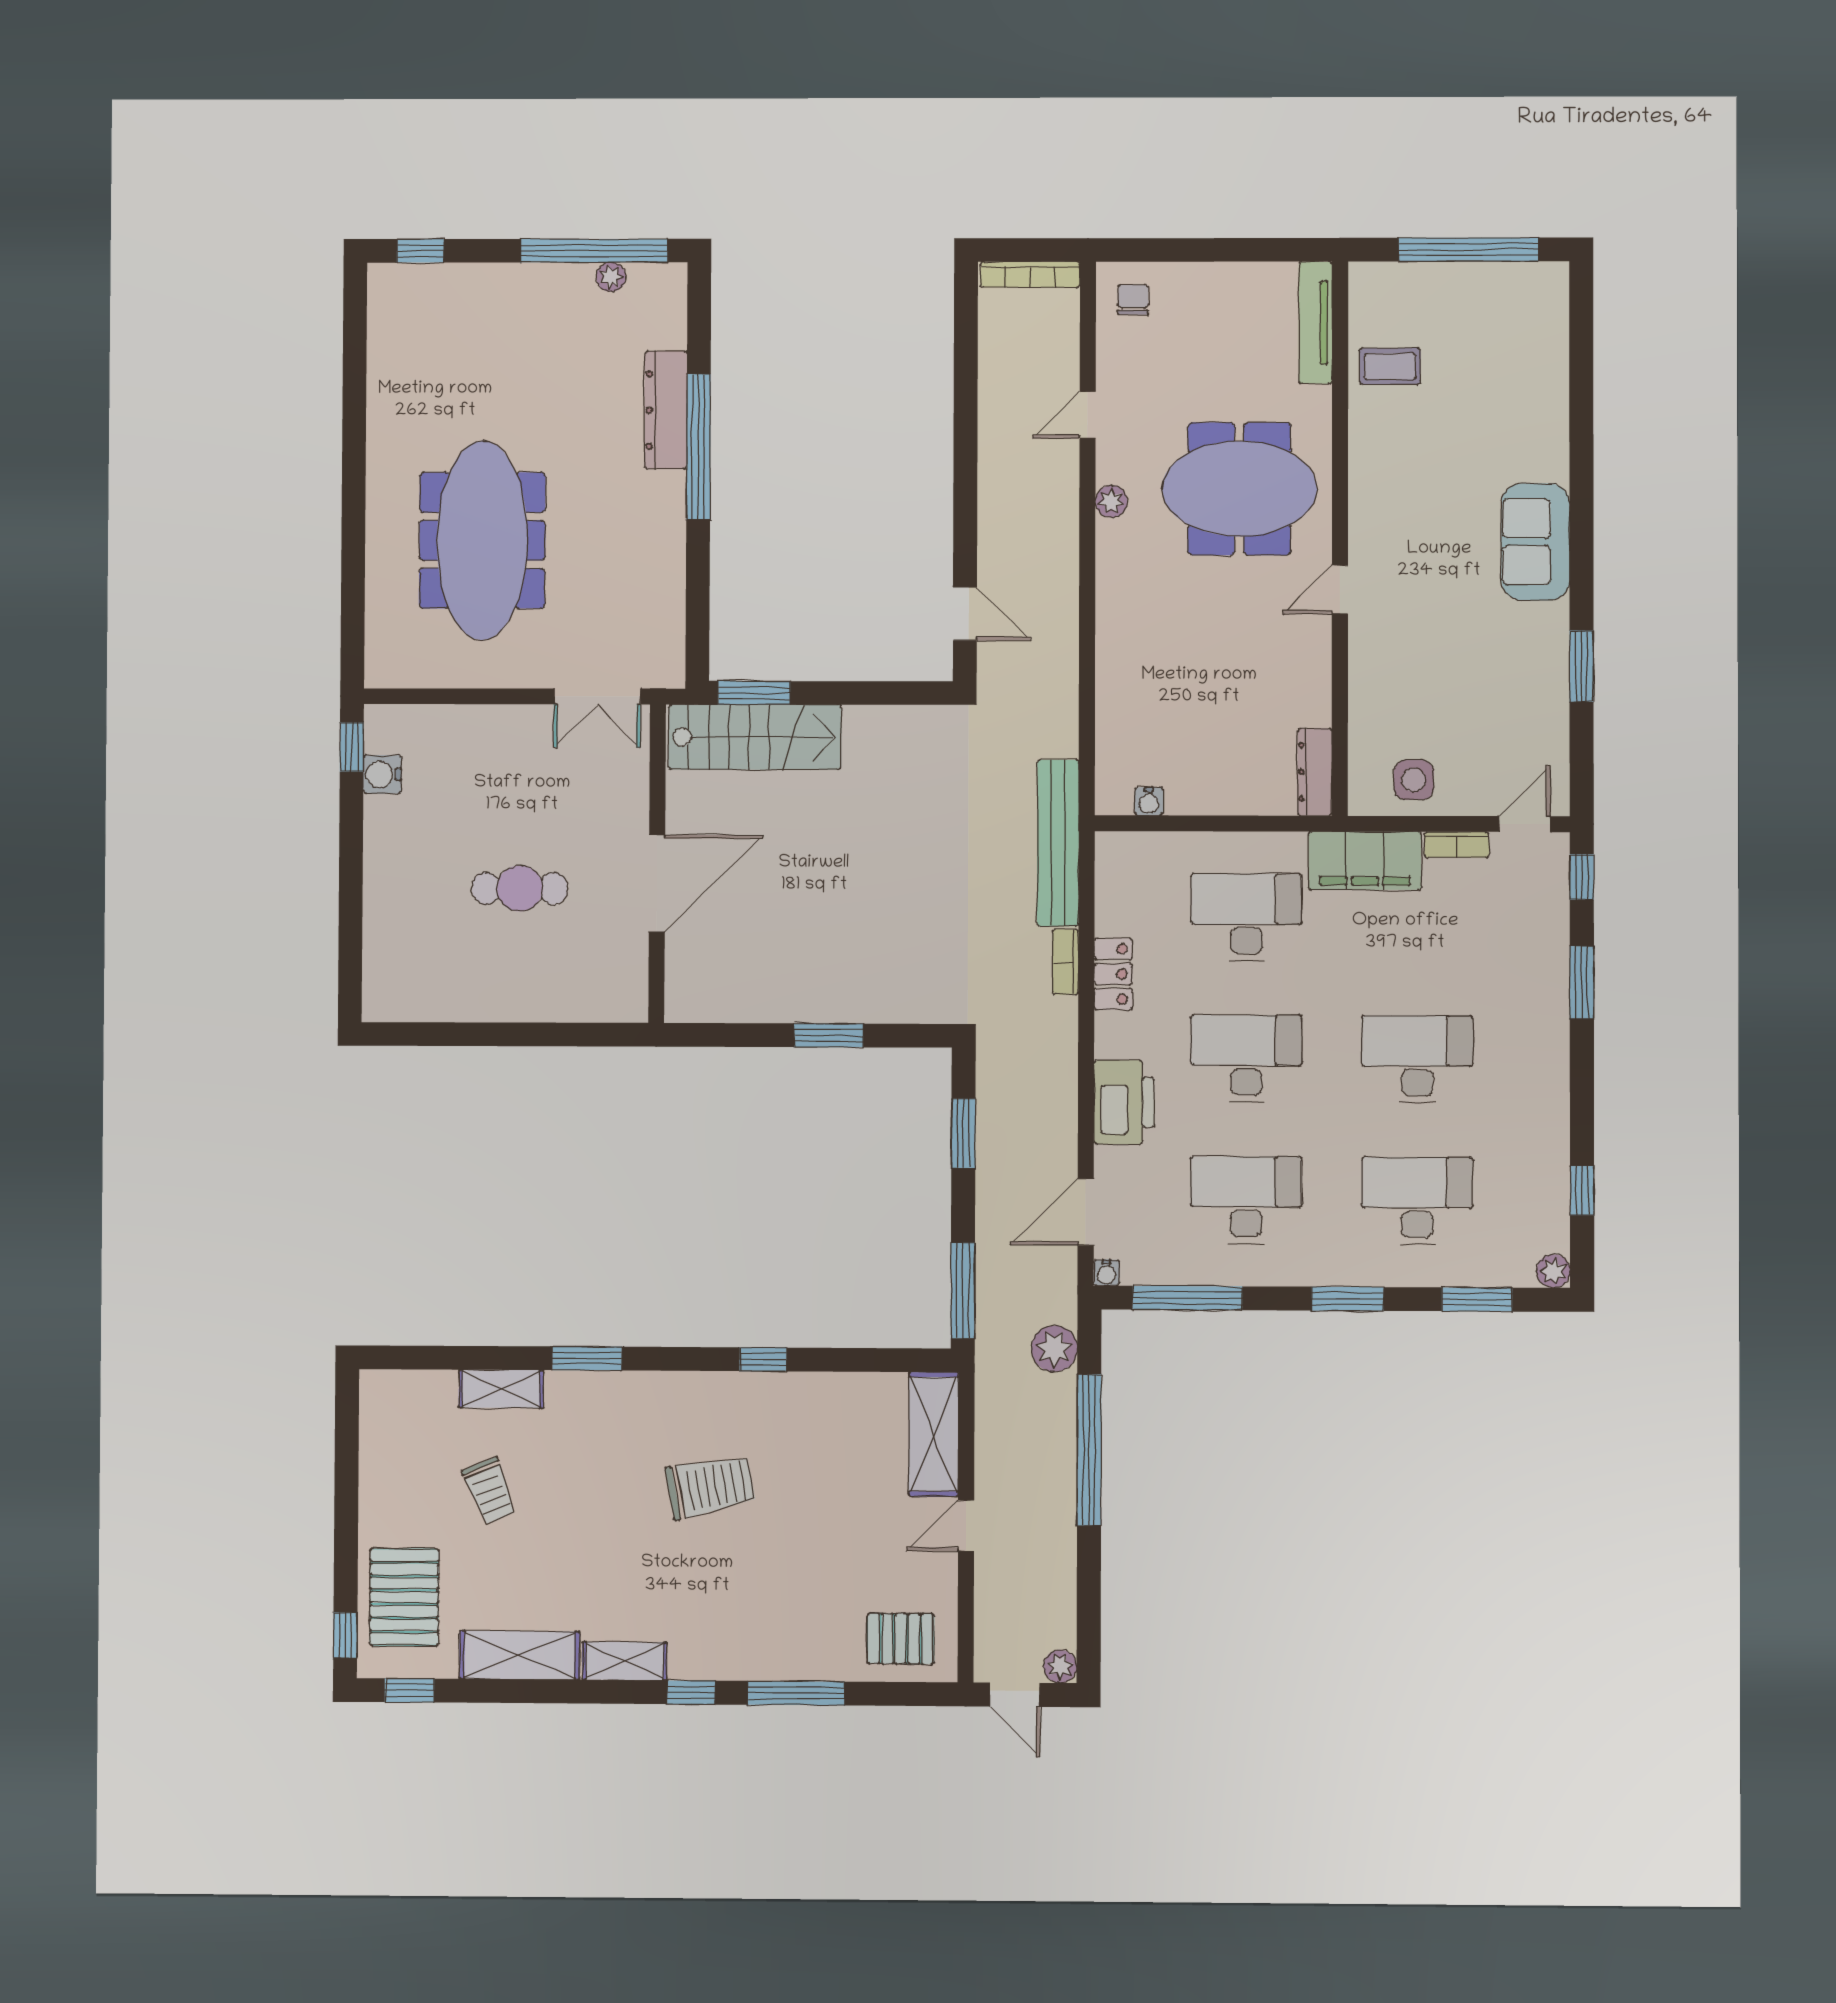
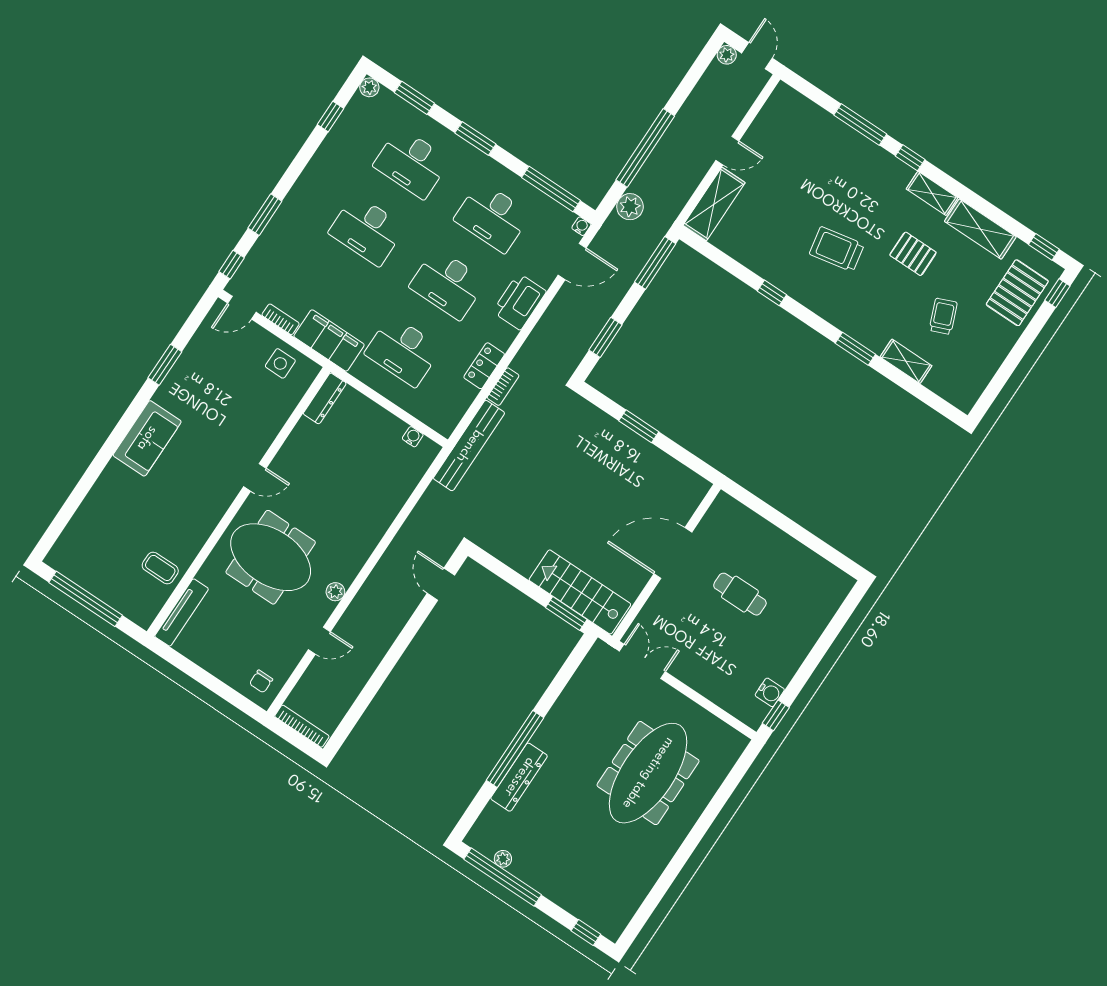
pallet: (901, 1639) -> (913, 254), moved

